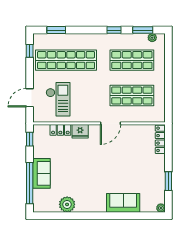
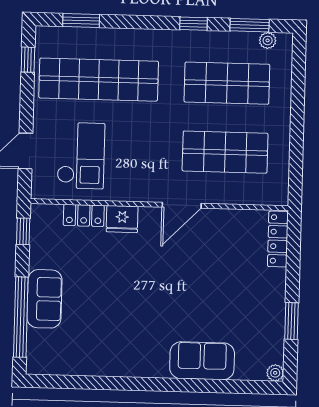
plant: (67, 204) -> (93, 361), removed

